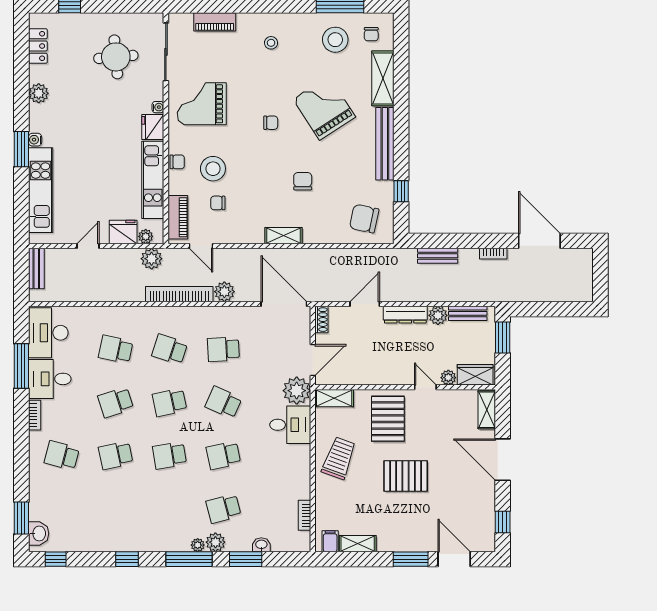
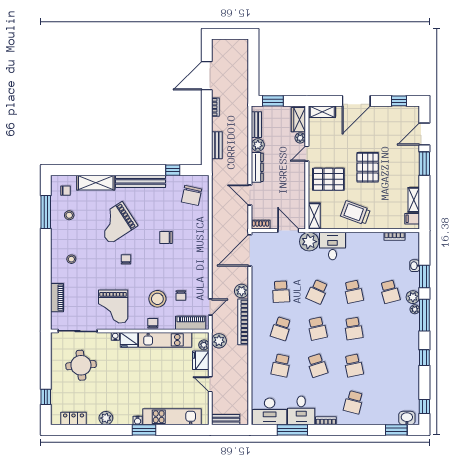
stool: (335, 40) -> (69, 215), width x0.53, depth x0.53
shelving: (283, 236) -> (203, 251), removed

